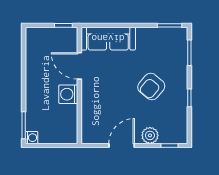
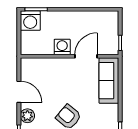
washing machine: (32, 138) -> (30, 21), width x1.89, depth x1.89

